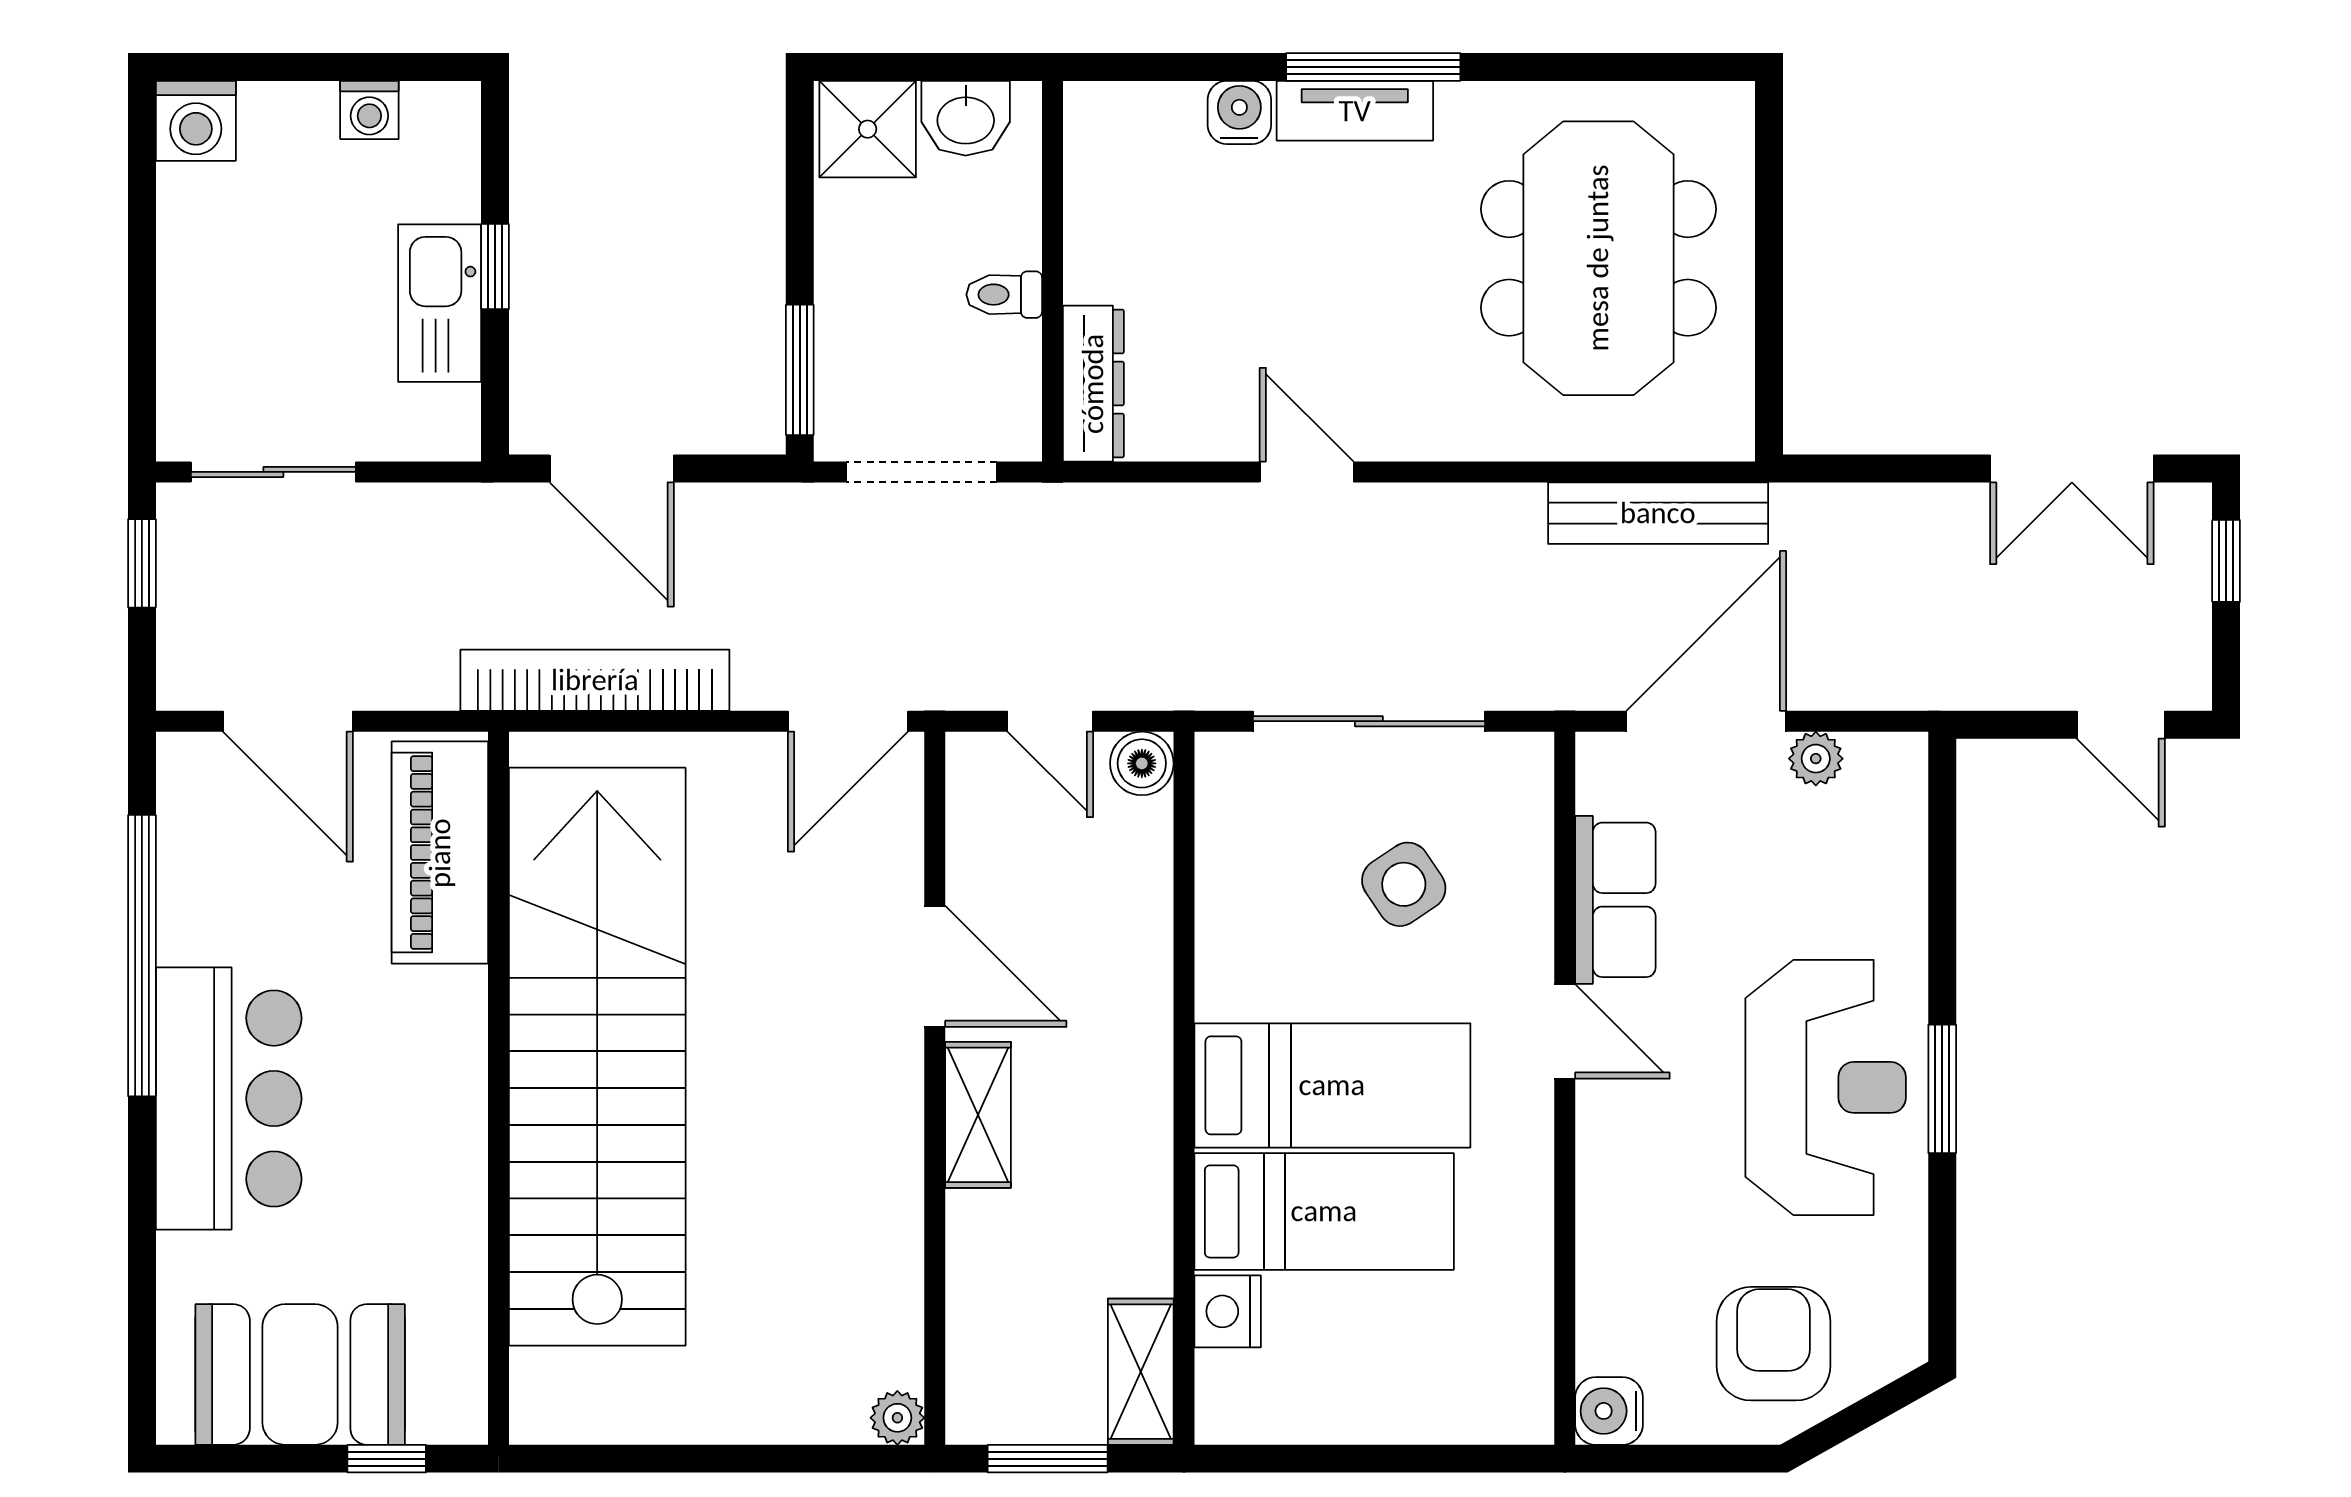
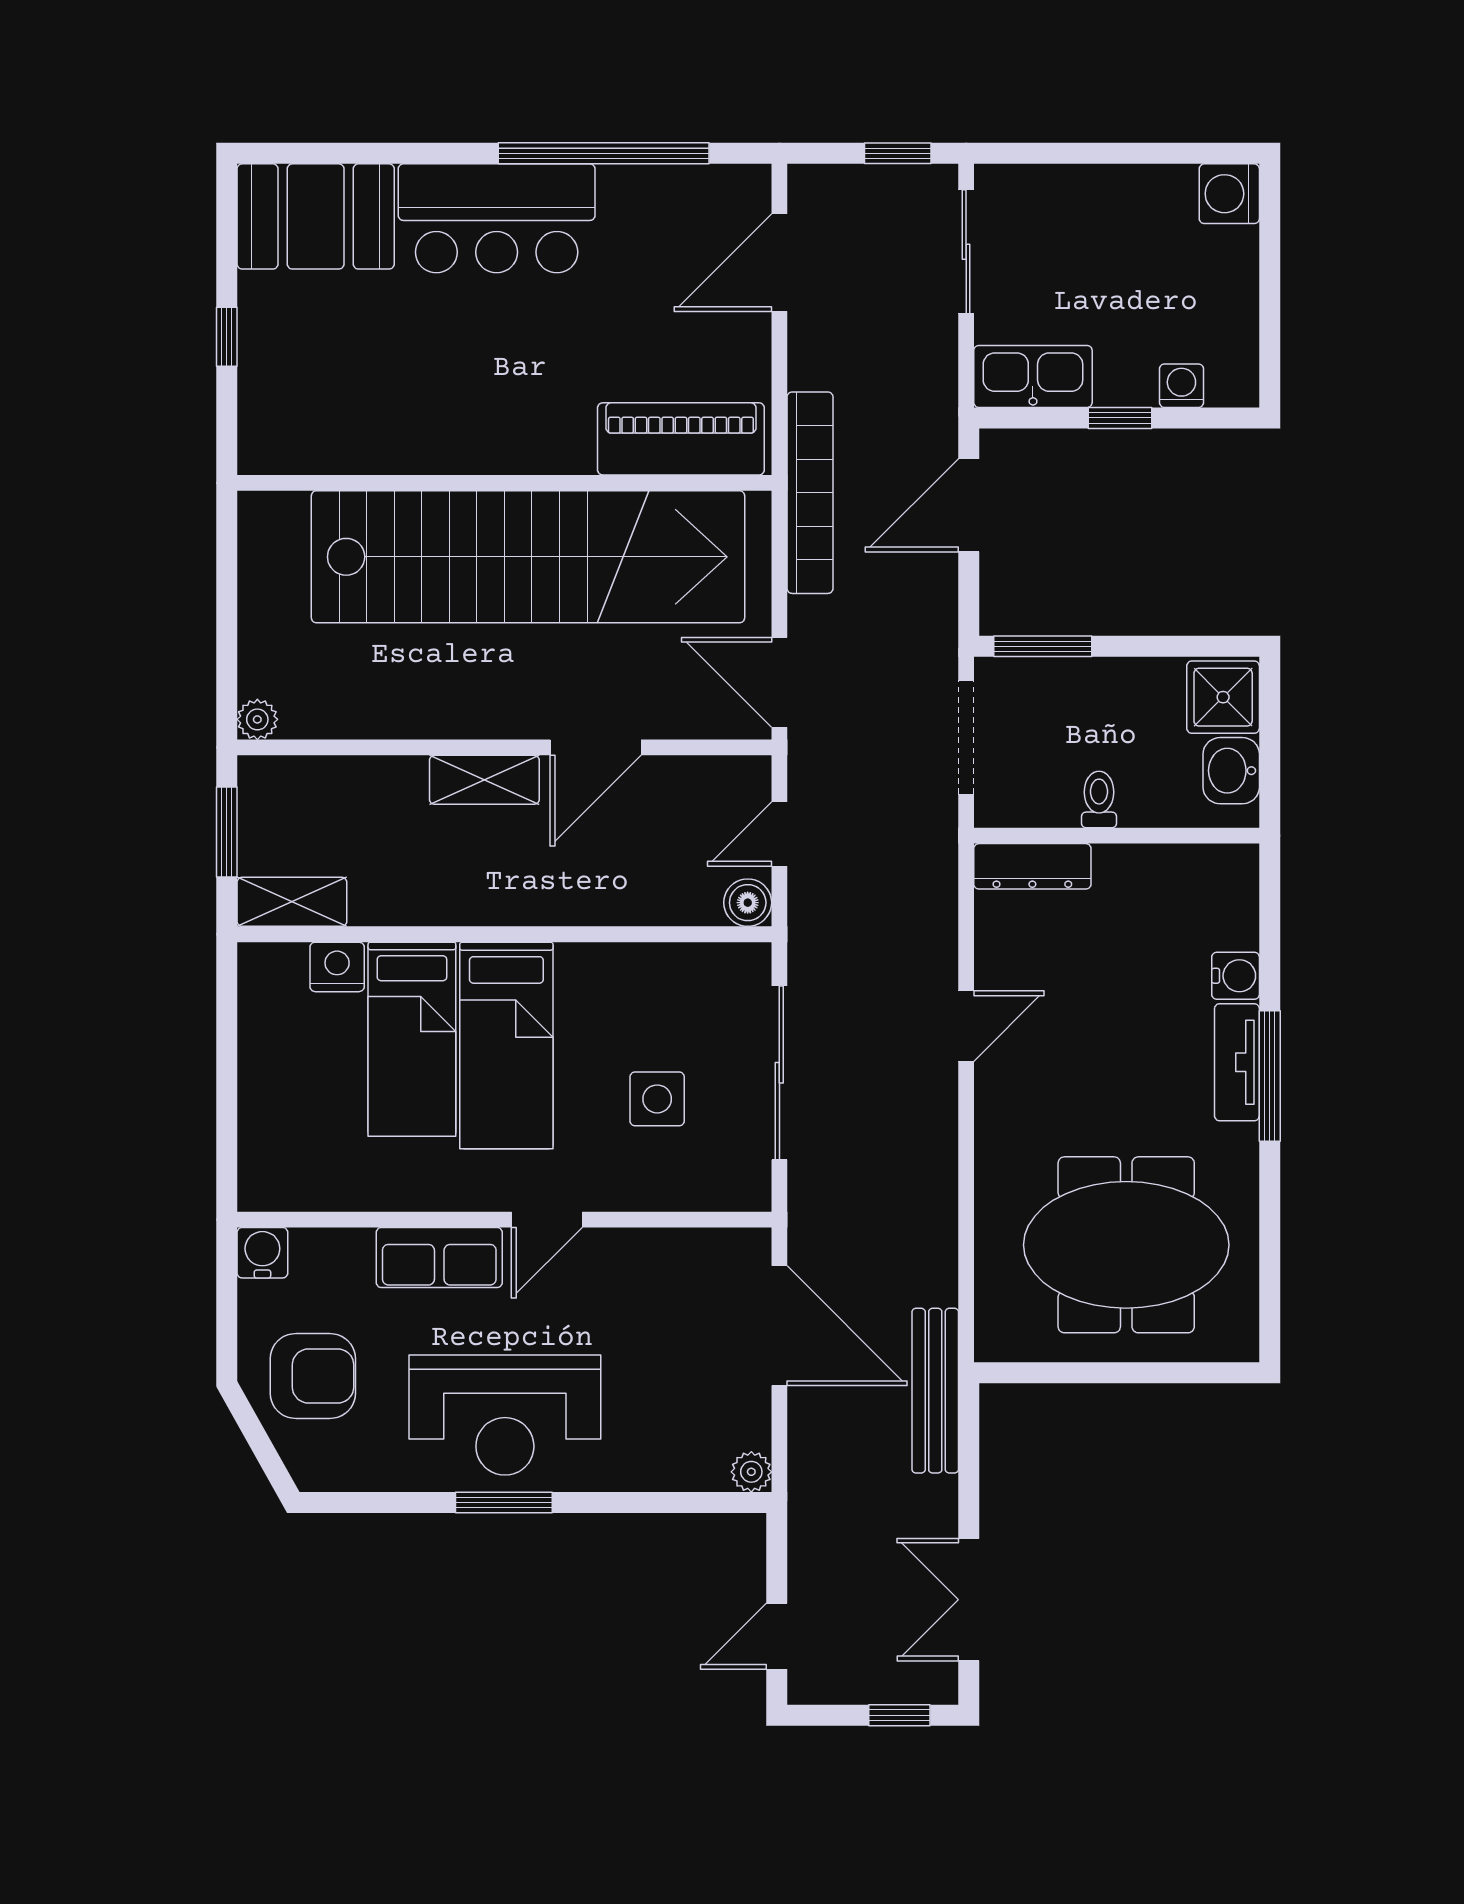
washing machine: (369, 110) -> (1181, 386), moved, turned 90
kitchen sink: (440, 303) -> (1033, 376), moved
bench: (1658, 513) -> (935, 1391), moved
plant: (1816, 759) -> (751, 1472), moved
piano: (440, 853) -> (681, 439), moved
side table: (1404, 884) -> (657, 1099), turned 34
row of seats: (1615, 900) -> (439, 1257), moved
stairs: (597, 1057) -> (528, 557), moved
wall: (499, 1088) -> (504, 483), moved
booth: (300, 1374) -> (316, 216), moved, turned 90

